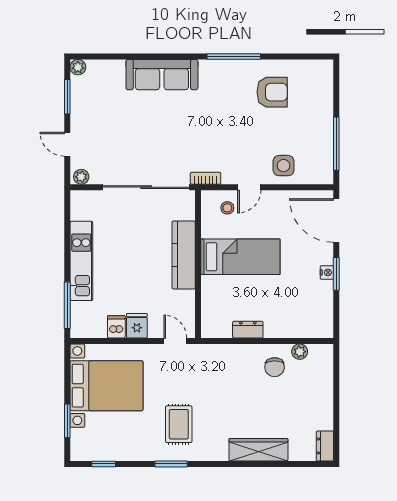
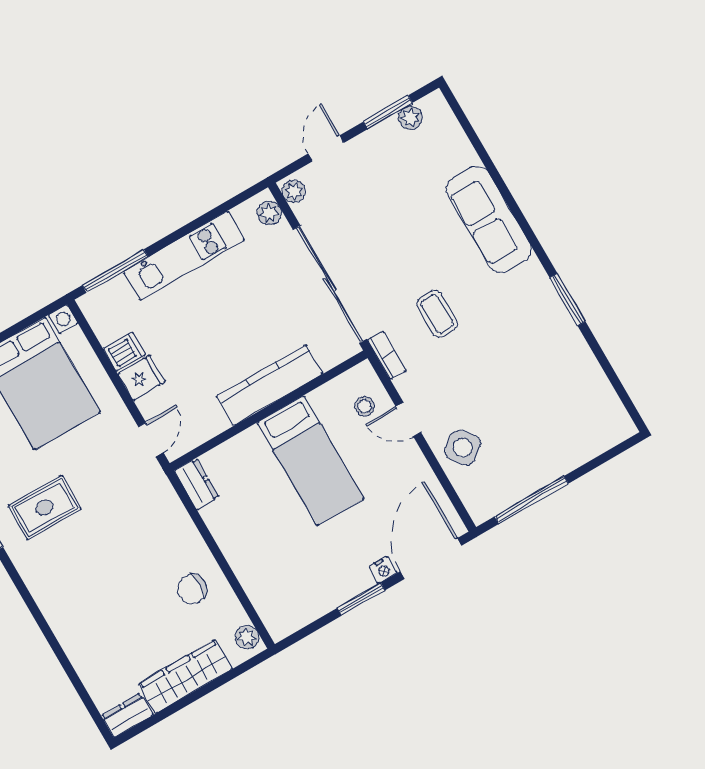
window: (234, 56) -> (568, 300), width x0.69
plant: (78, 67) -> (410, 118), moved
armchair: (272, 92) -> (550, 377), removed
coffee table: (199, 136) -> (437, 314), added
side table: (284, 166) -> (463, 448), turned -38
plant: (85, 198) -> (269, 213), added
nightstand: (327, 272) -> (383, 570), moved
dresser: (248, 330) -> (197, 484), moved
plant: (300, 352) -> (247, 637), moved
wardrobe: (258, 450) -> (185, 676), moved, turned -90

